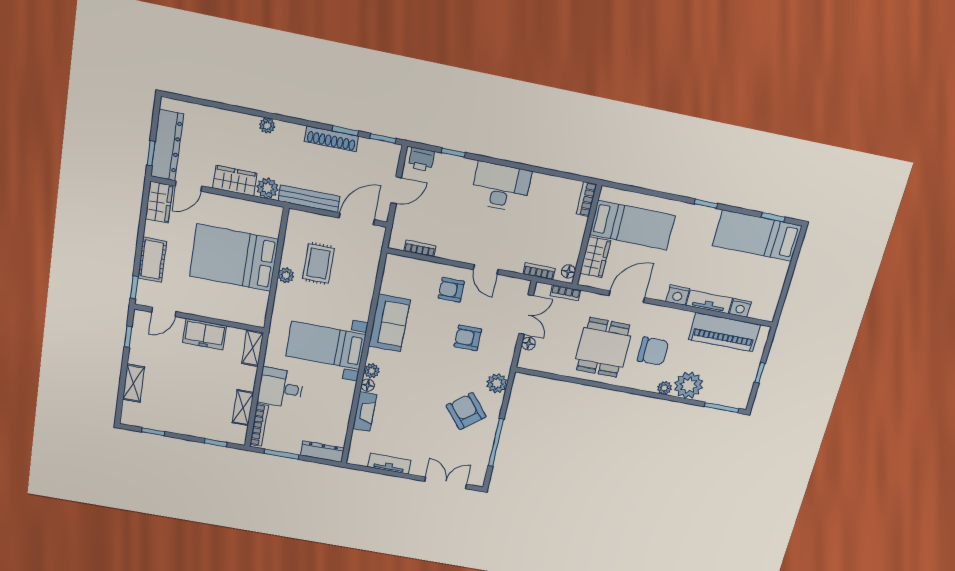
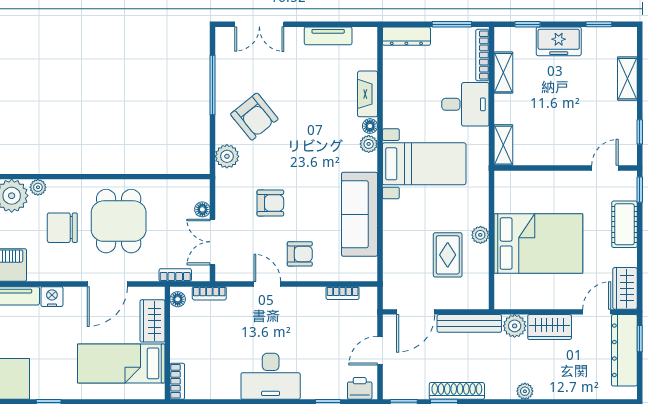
sofa: (389, 323) -> (359, 214), width x1.36
freezer: (205, 334) -> (559, 41), moved, turned 180

